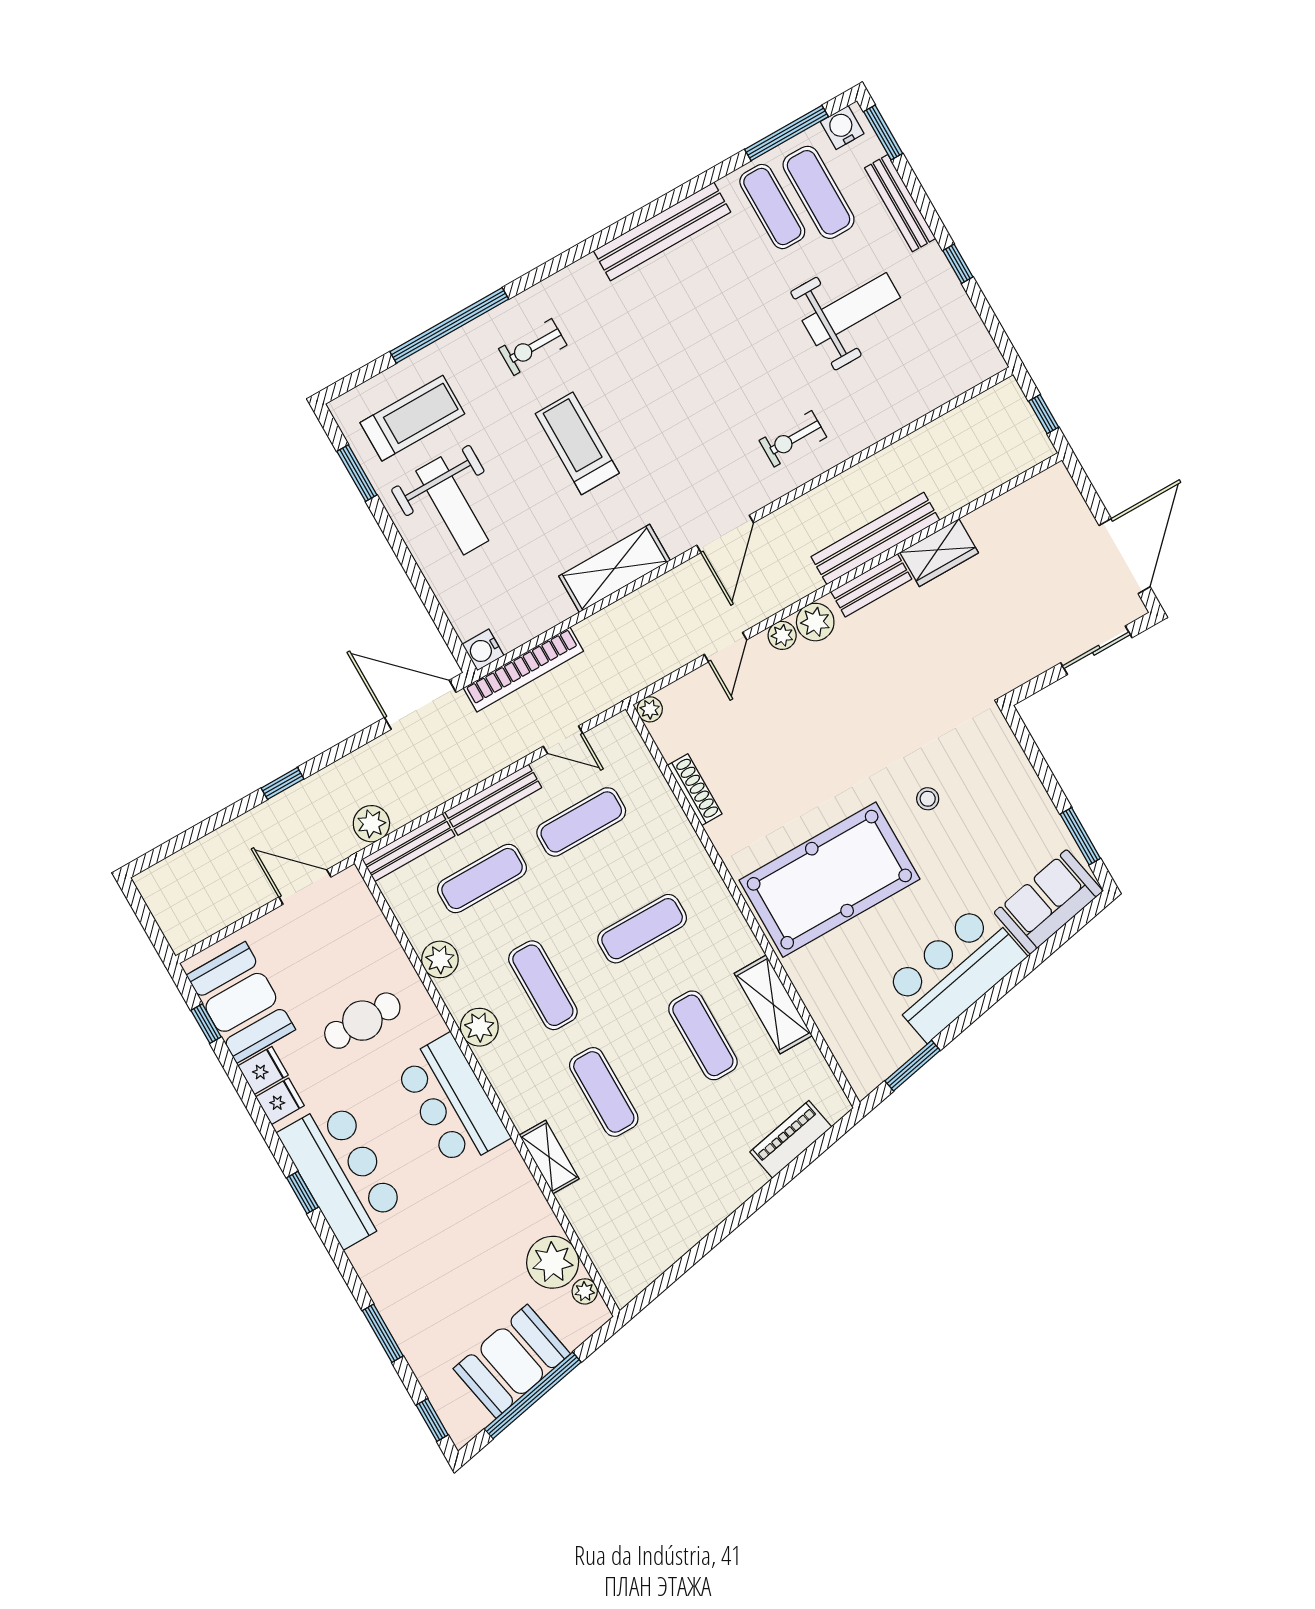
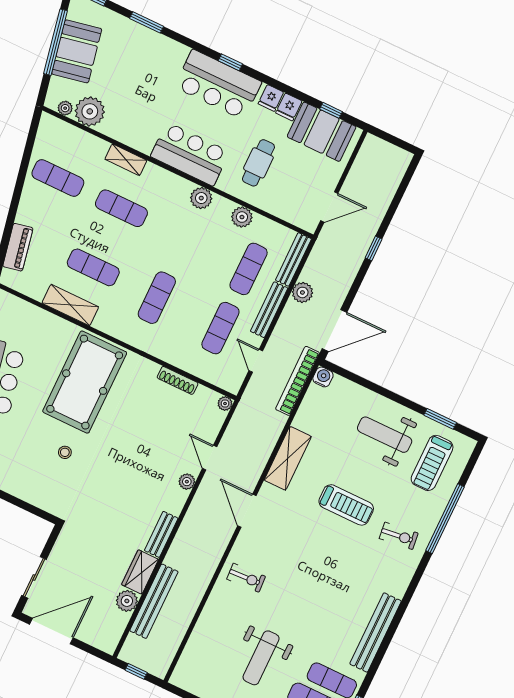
exercise bike: (533, 347) -> (399, 536), turned 83
exercise bike: (793, 439) -> (246, 578), turned 87
bench: (875, 538) -> (154, 601), moved
door: (1125, 556) -> (51, 631), swing flipped
plant: (815, 622) -> (127, 601), moved
door: (563, 740) -> (256, 361), hinge flipped
plant: (371, 824) -> (302, 292), moved
exercise mat: (543, 985) -> (58, 178), moved

